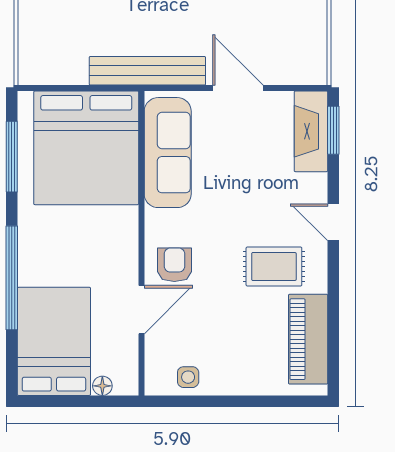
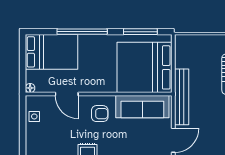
armchair: (174, 265) -> (100, 114), moved
floor lamp: (102, 386) -> (30, 88), moved

